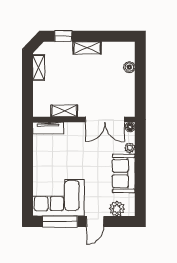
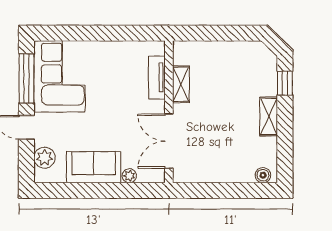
boiler: (129, 67) -> (263, 175), moved
shelving: (39, 68) -> (241, 49), removed
floor lamp: (130, 127) -> (158, 176), removed
tv unit: (48, 128) -> (157, 78), moved

